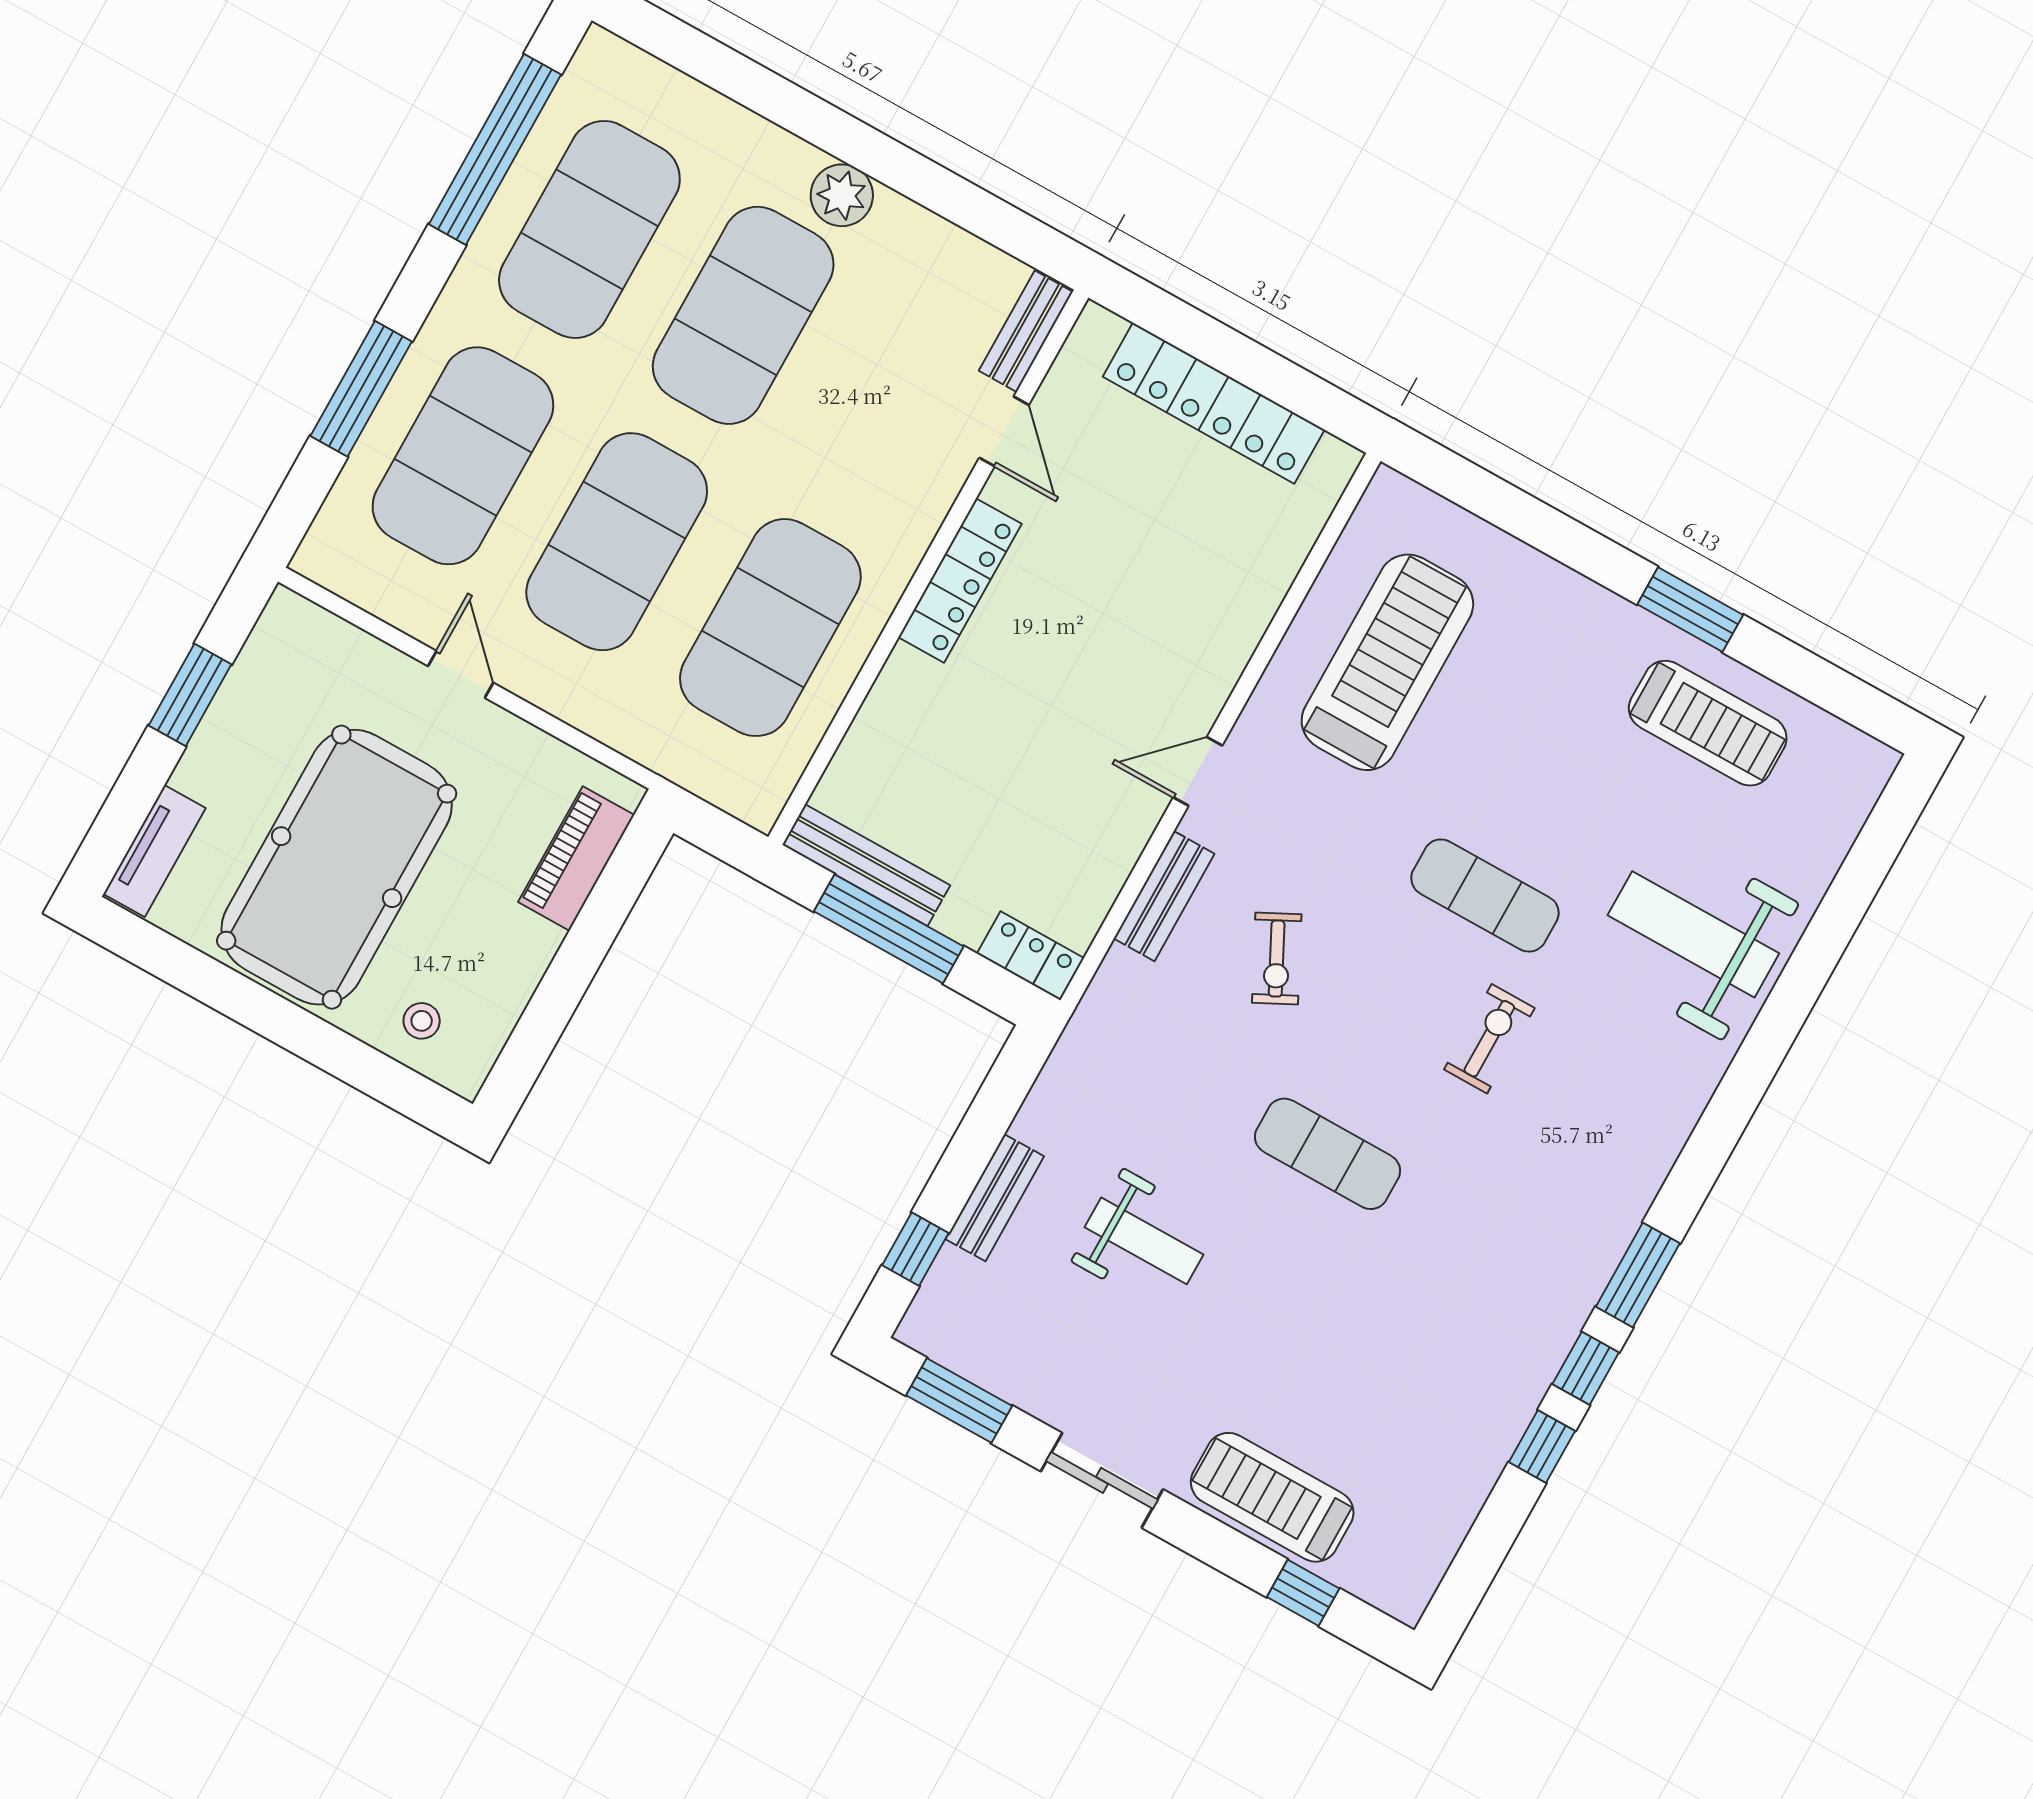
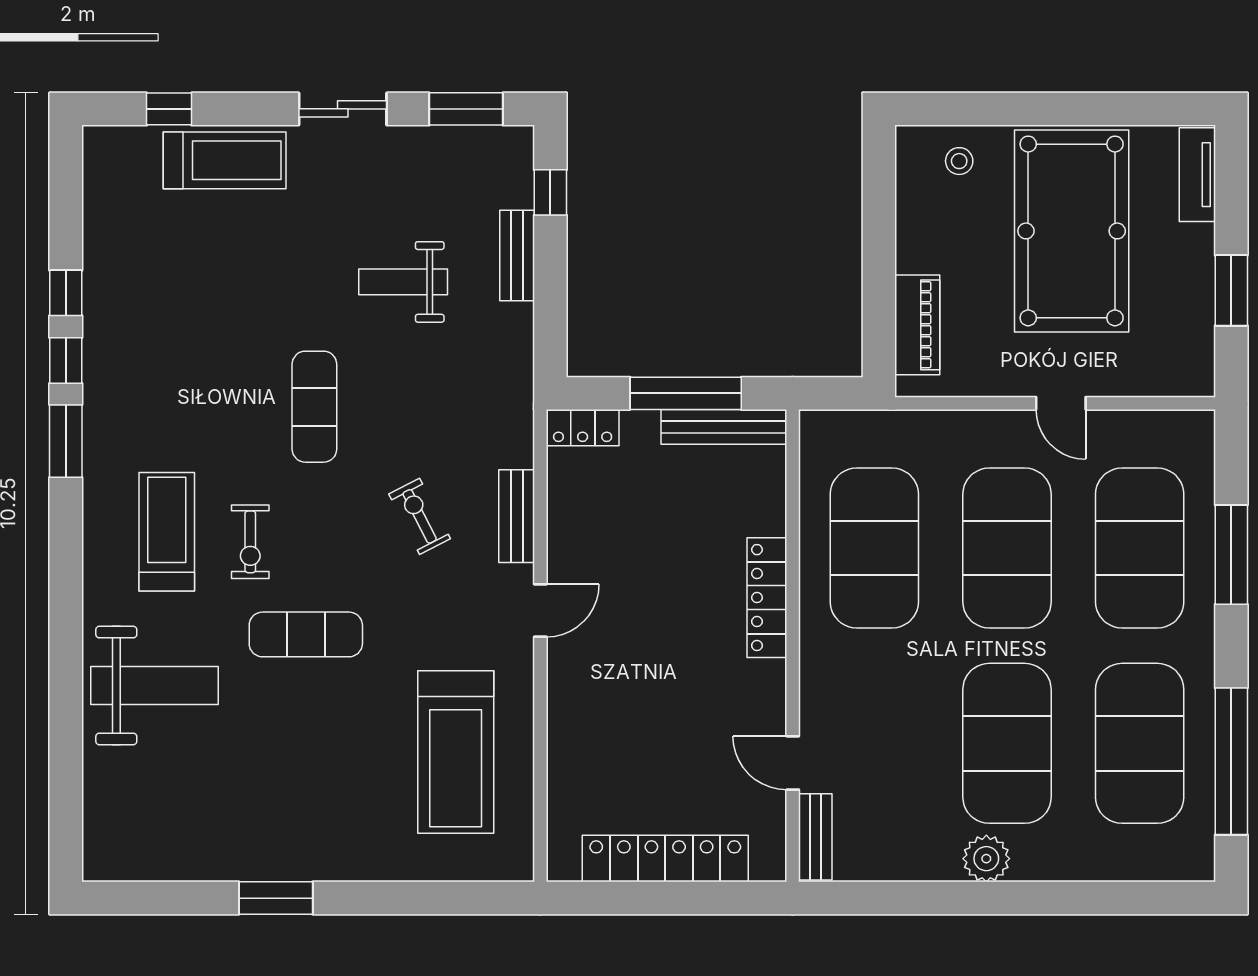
locker: (960, 581) -> (767, 598), moved
treadmill: (1708, 723) -> (167, 532), moved, turned 90
exercise mat: (1328, 1154) -> (314, 407), turned 90

